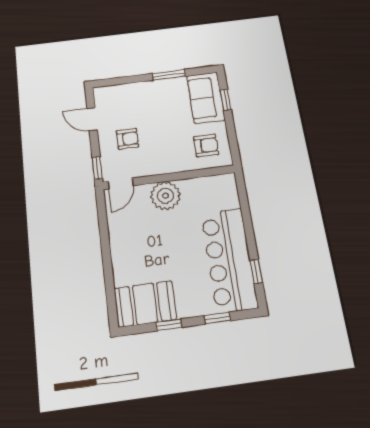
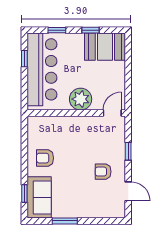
wall: (169, 177) -> (76, 113), moved
door: (121, 183) -> (112, 113), moved
plant: (165, 196) -> (81, 99), moved

